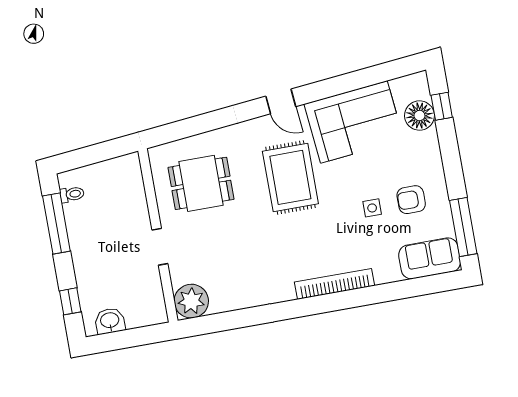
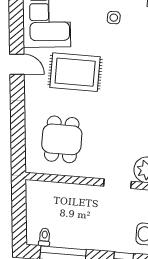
door: (281, 101) -> (17, 64), hinge flipped
doorway: (160, 247) -> (117, 184), moved

